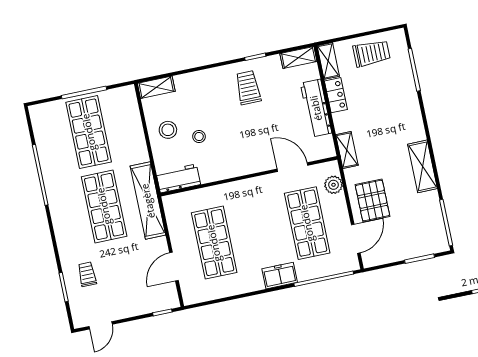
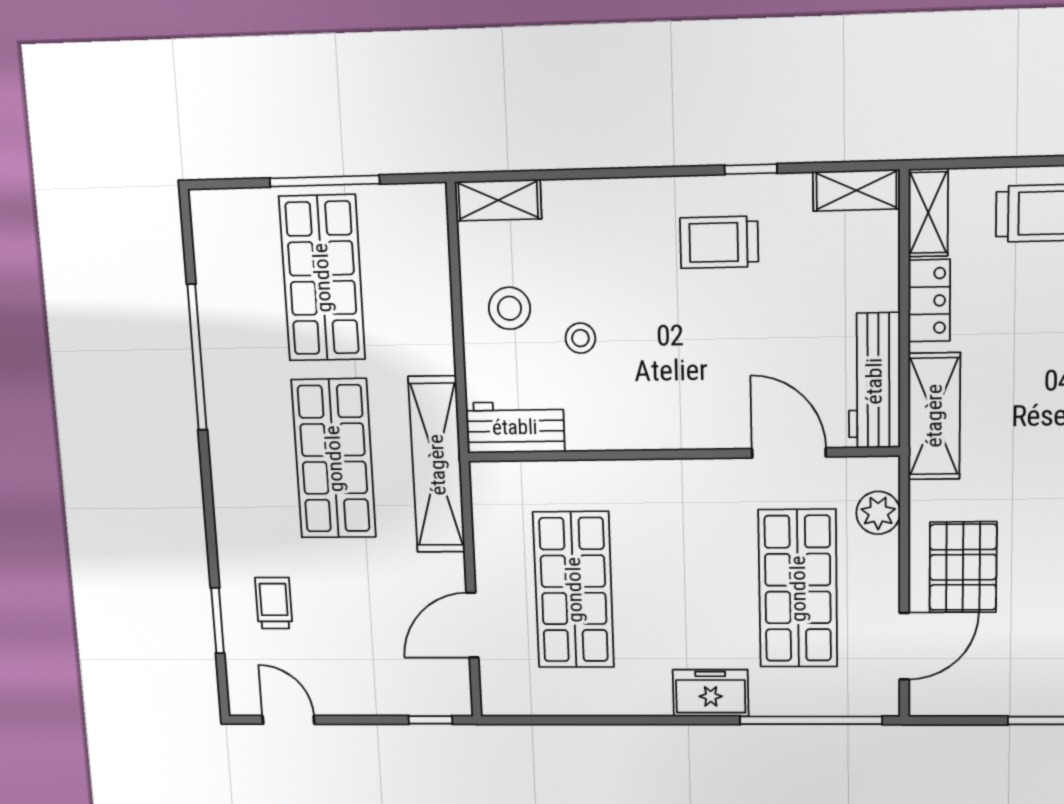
trolley: (248, 88) -> (719, 242), turned -90
workbench: (316, 108) -> (874, 381), moved
shelving: (347, 150) -> (934, 416), width x1.50, depth x1.33
door: (101, 325) -> (288, 720), swing flipped

